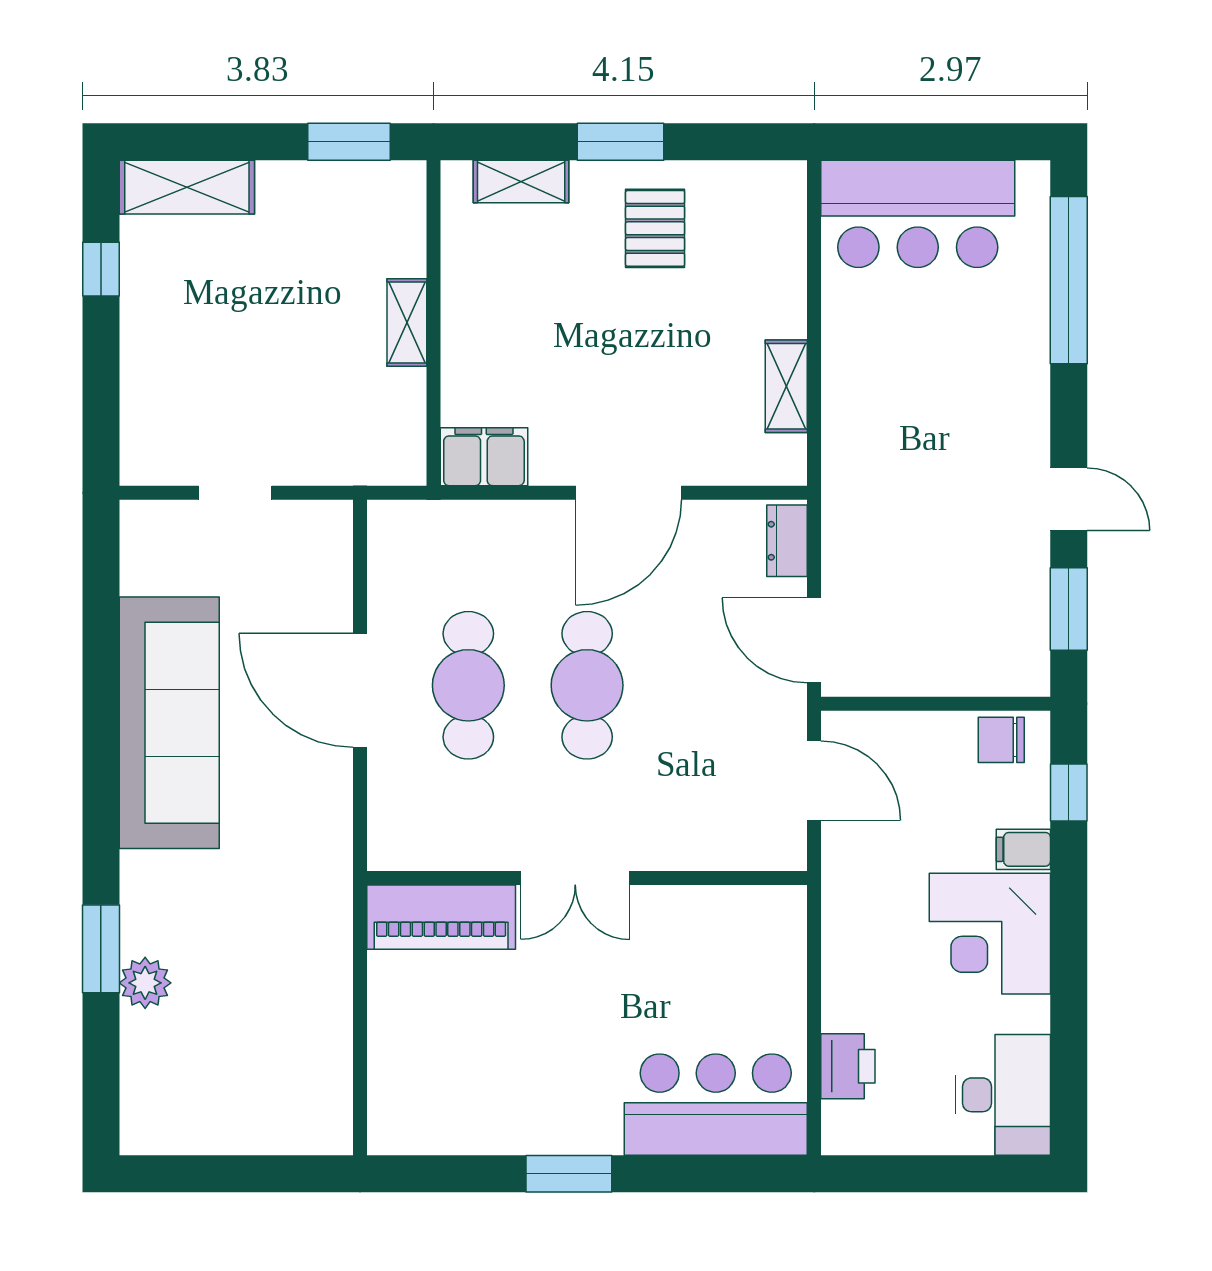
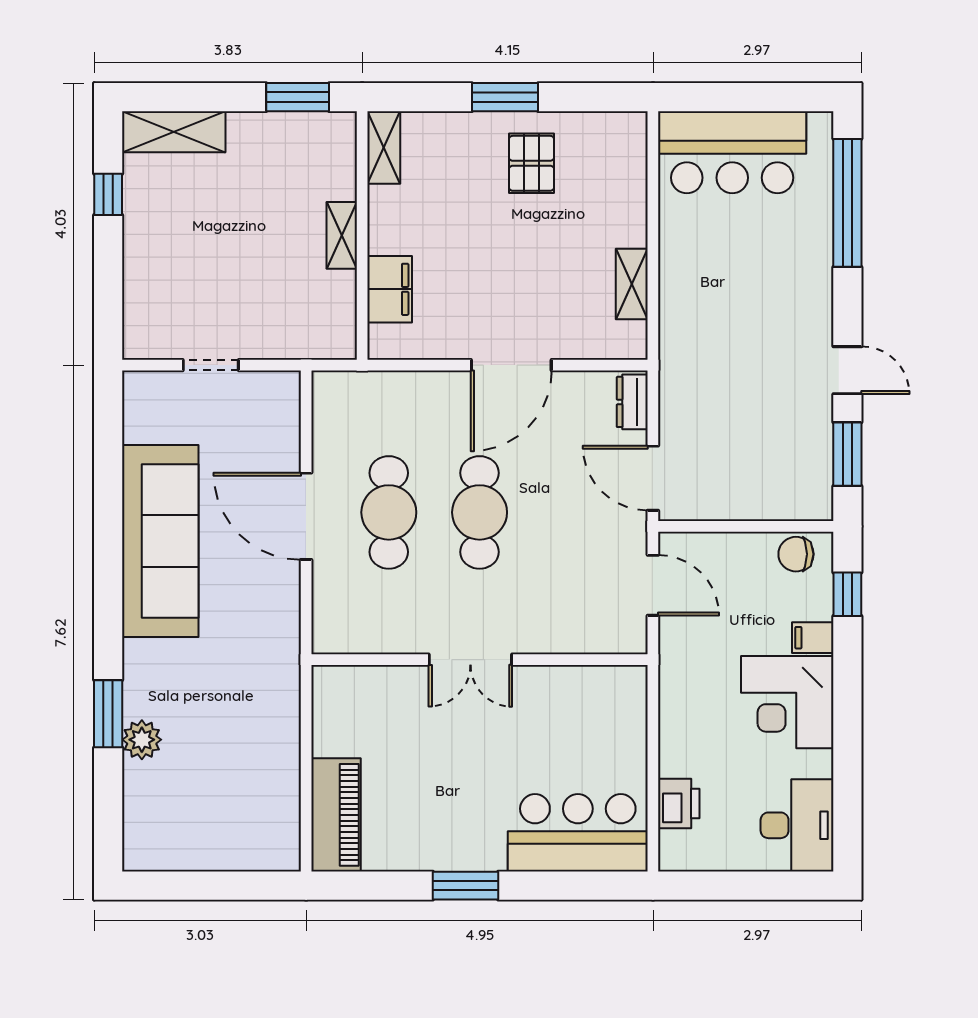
shelving: (521, 182) -> (384, 148), moved, turned 90
filing cabinet: (484, 457) -> (390, 289), moved, turned 90
piano: (441, 917) -> (336, 815), moved, turned -90

